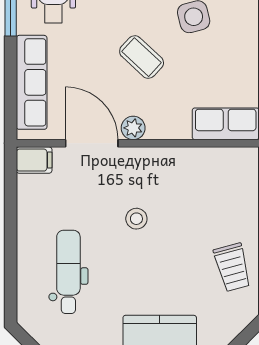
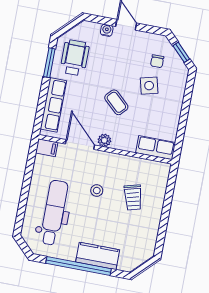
trolley: (232, 267) -> (133, 197), moved
dental chair: (68, 272) -> (54, 213), width x1.36, depth x1.38

